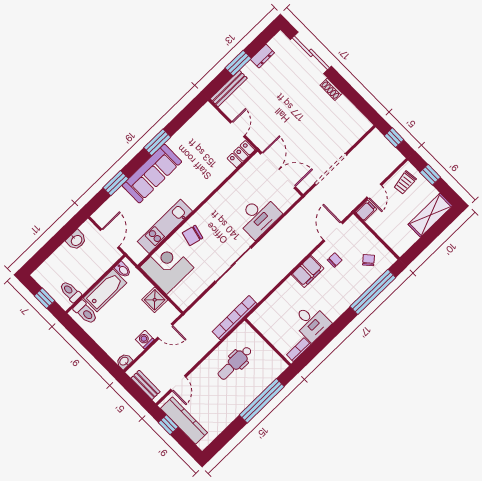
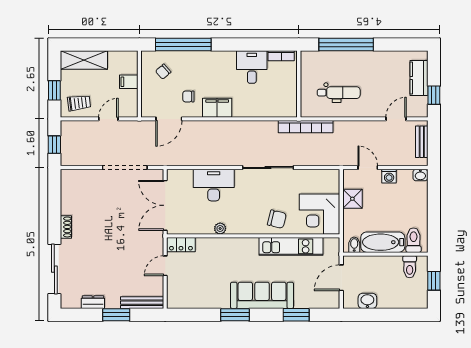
plant: (225, 191) -> (220, 229), added
filing cabinet: (366, 211) -> (129, 82), moved
kitchen counter: (184, 420) -> (419, 78), width x0.67

